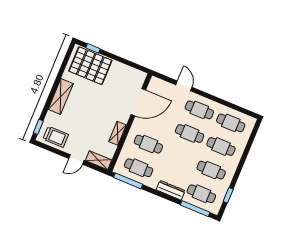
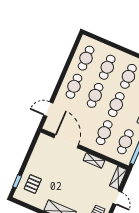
pallet: (90, 66) -> (33, 184), width x0.49, depth x0.50
door: (184, 86) -> (48, 109), moved
cafe table: (180, 157) -> (116, 105), added

